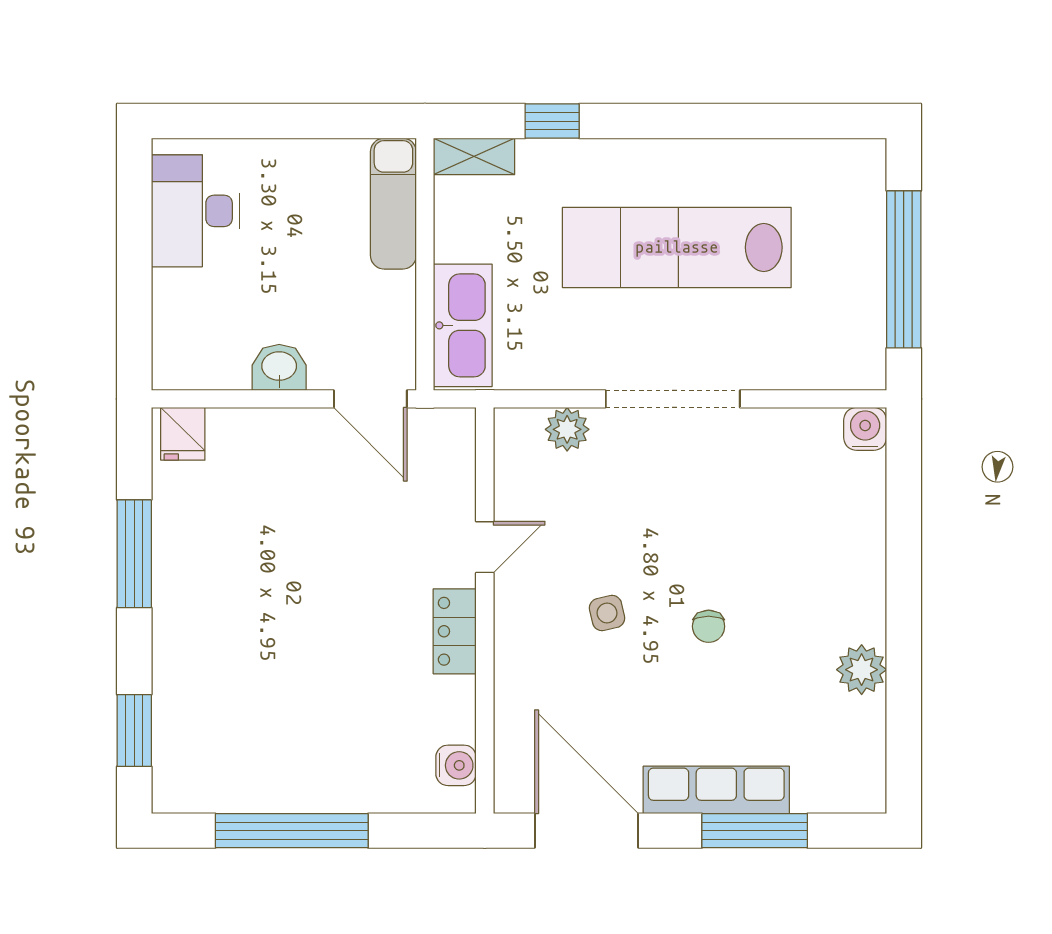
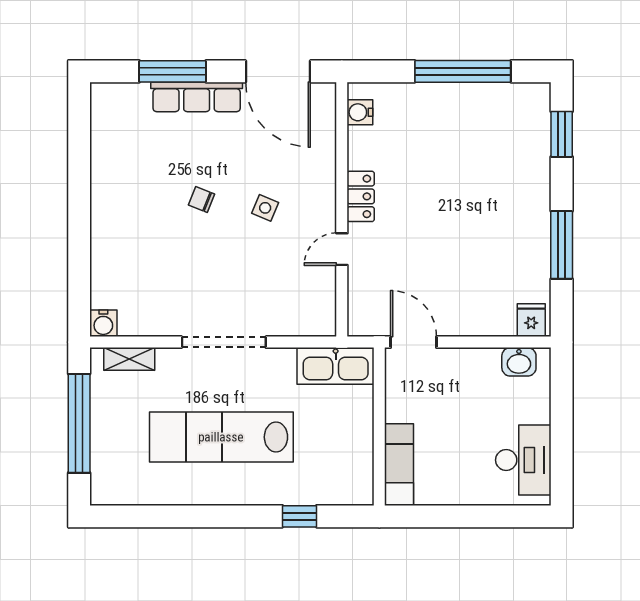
shelving: (474, 156) -> (129, 359), moved
lab bench: (677, 247) -> (221, 437), turned 180
kitchen sink: (463, 325) -> (336, 366), moved, turned -90
washbasin: (279, 367) -> (519, 362), moved
plant: (567, 429) -> (290, 323), removed
side table: (607, 613) -> (265, 208), turned 36
chair: (709, 626) -> (201, 199), turned -68
plant: (862, 670) -> (106, 172), removed

